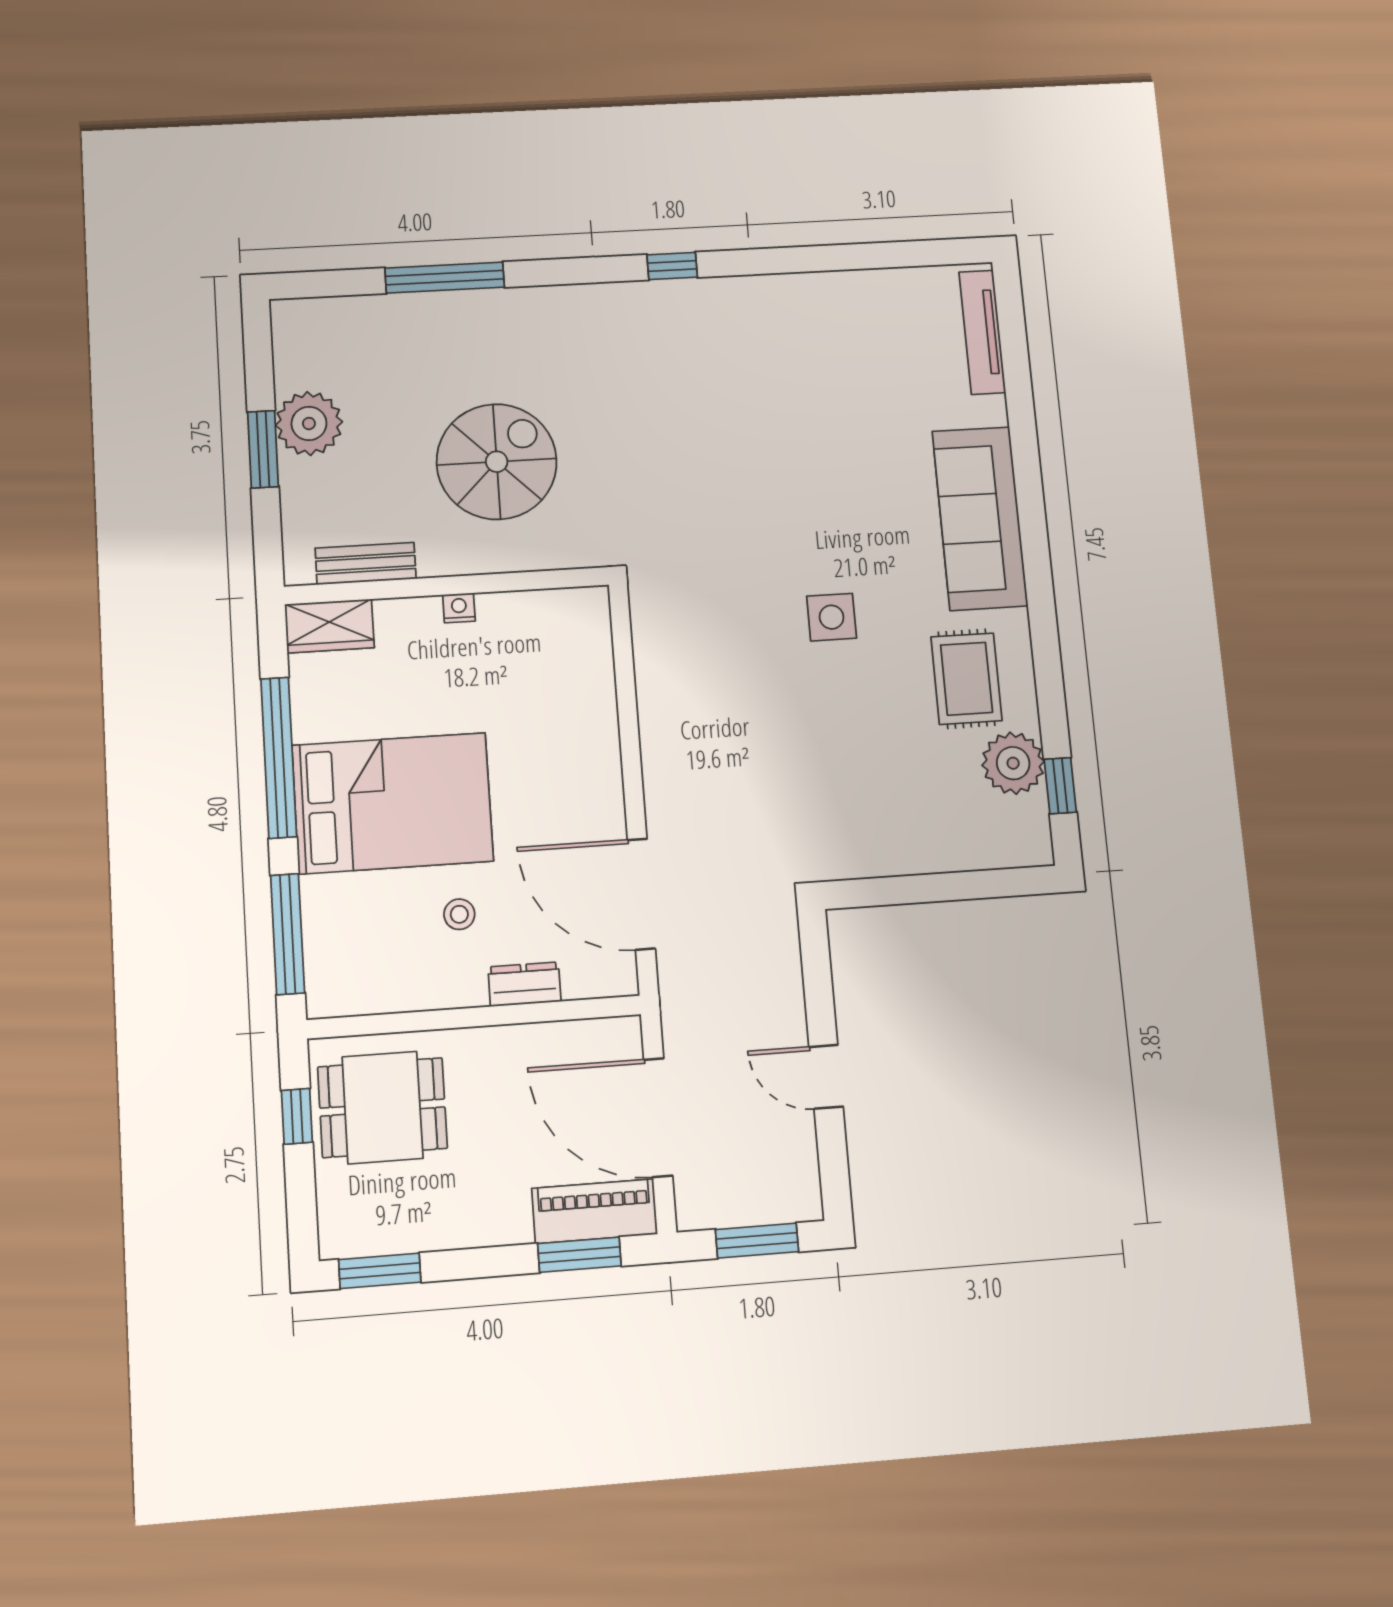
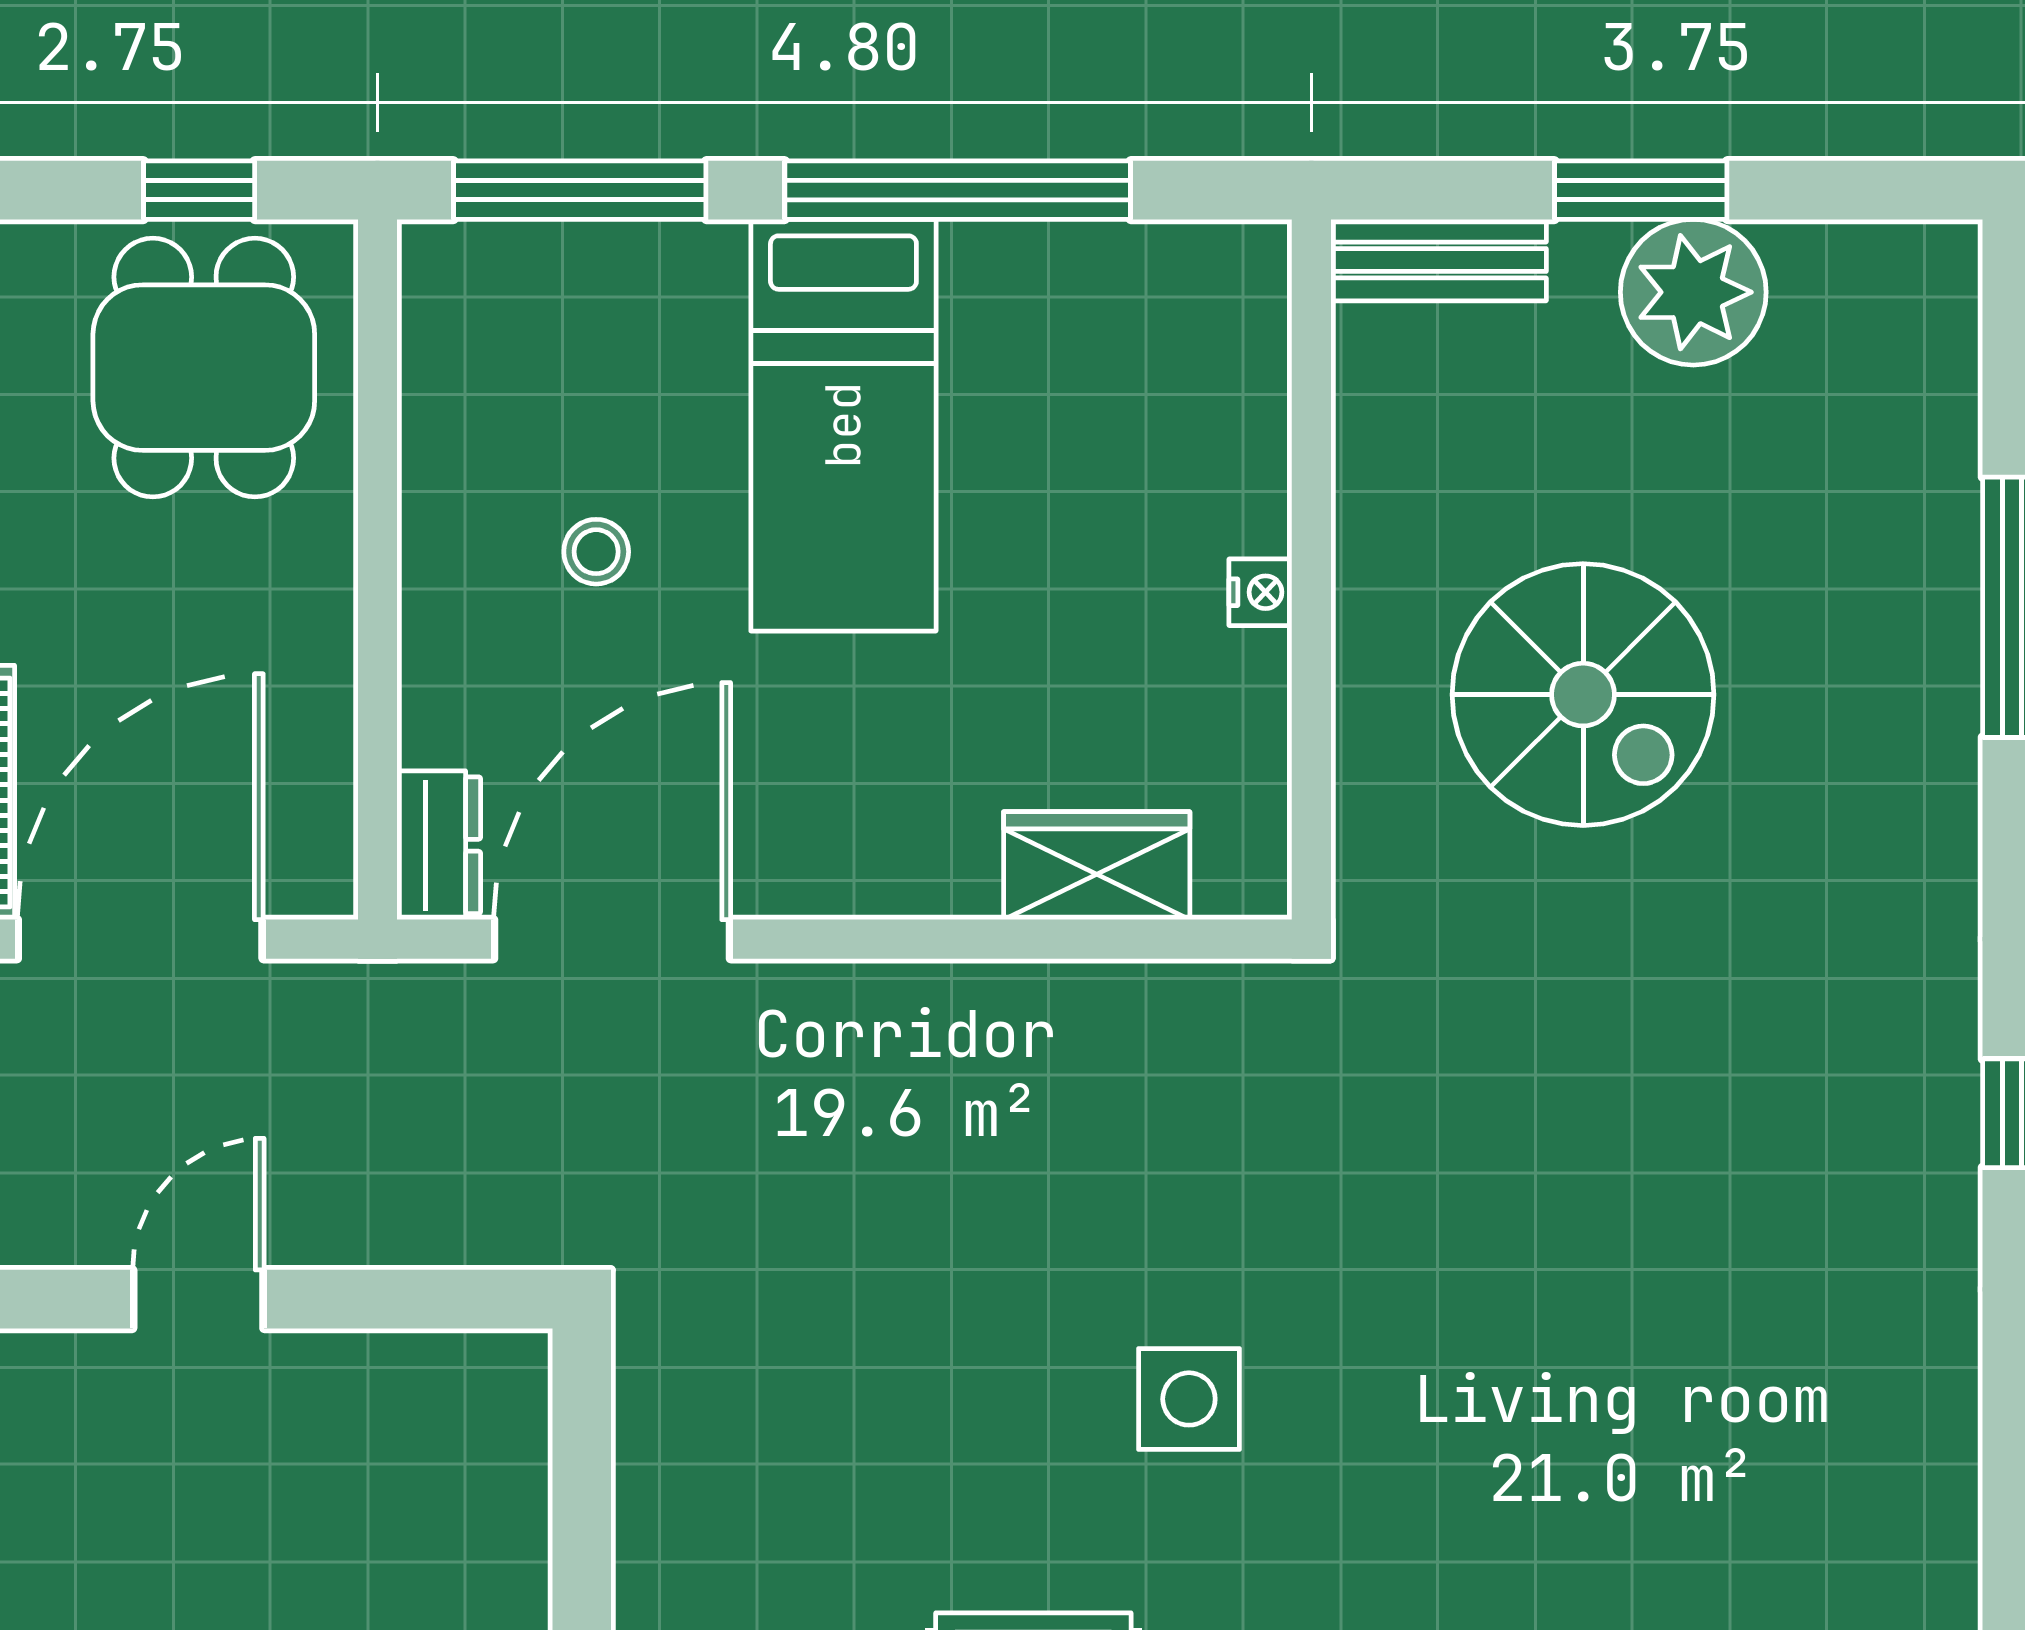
bench: (366, 563) -> (1440, 260), moved, turned 90
wardrobe: (329, 626) -> (1097, 866), moved, turned 90
bed: (393, 803) -> (843, 425), width x0.67
dresser: (524, 984) -> (439, 845), moved

